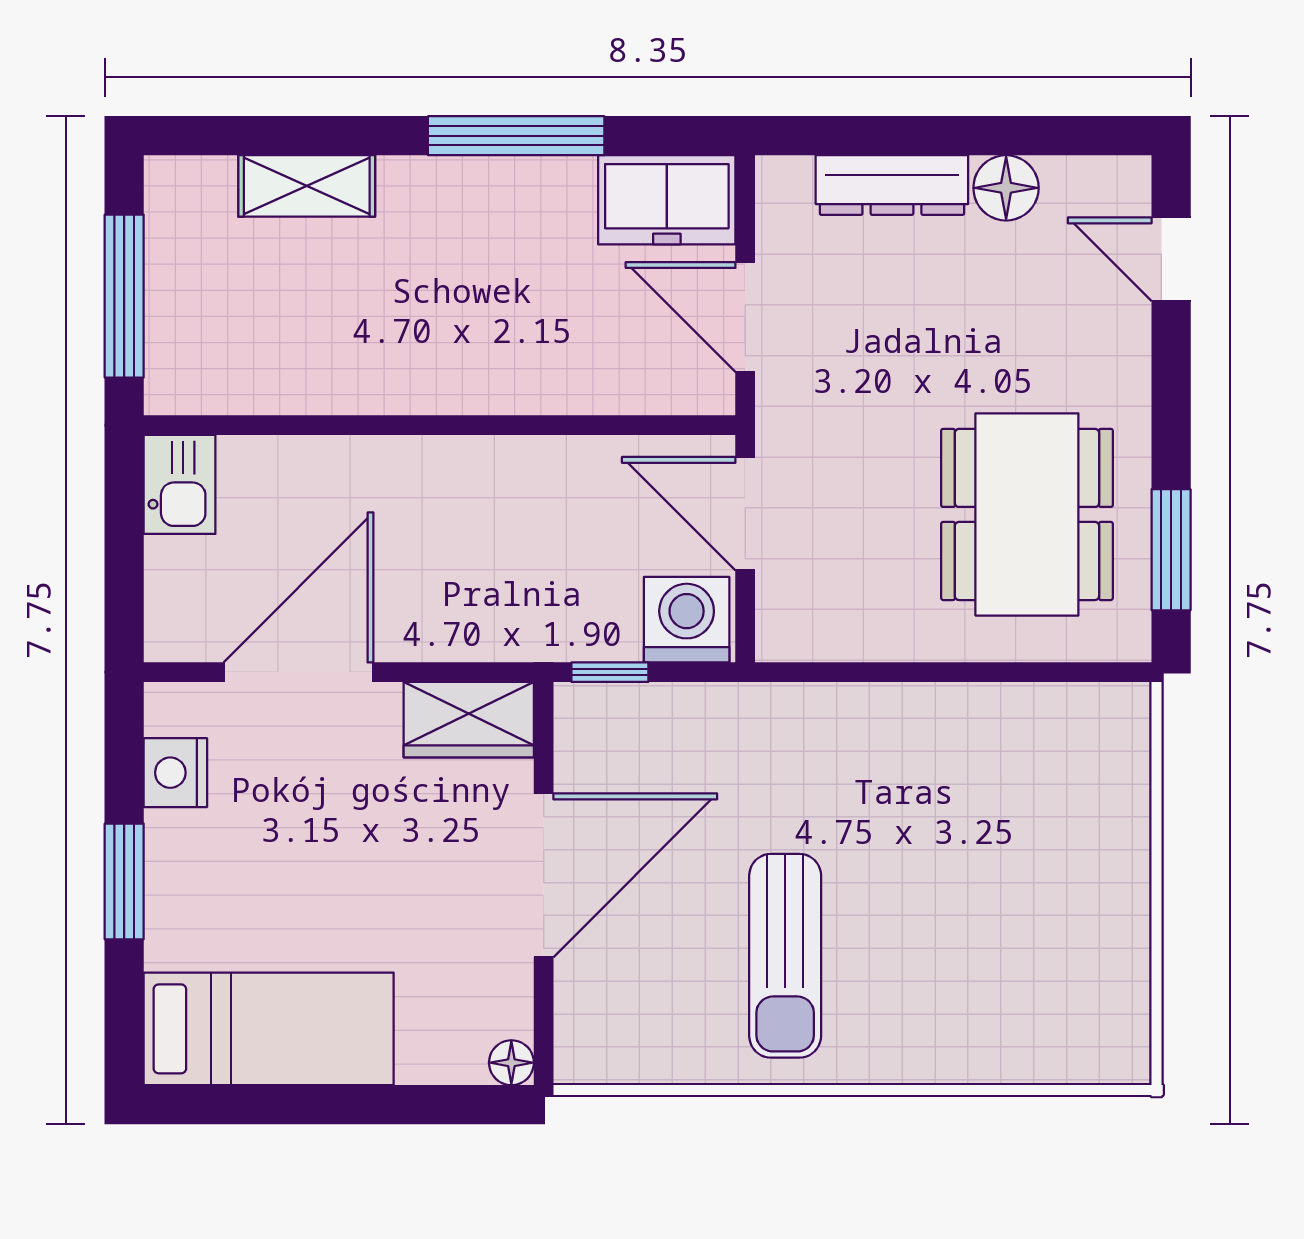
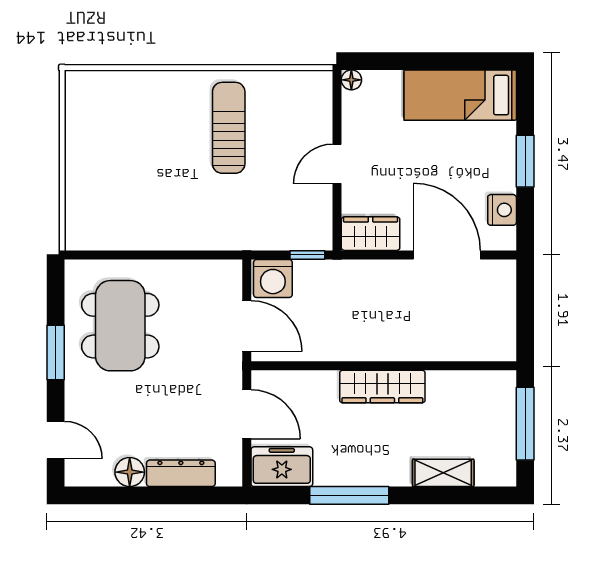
wardrobe: (442, 379) -> (382, 387), added
kitchen sink: (180, 484) -> (500, 339), removed
window: (1171, 550) -> (56, 353), moved
door: (298, 672) -> (447, 255), swing flipped
door: (544, 875) -> (337, 164), width x0.53

